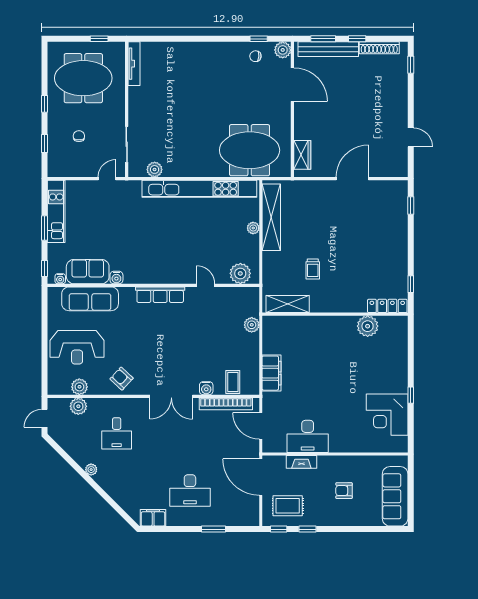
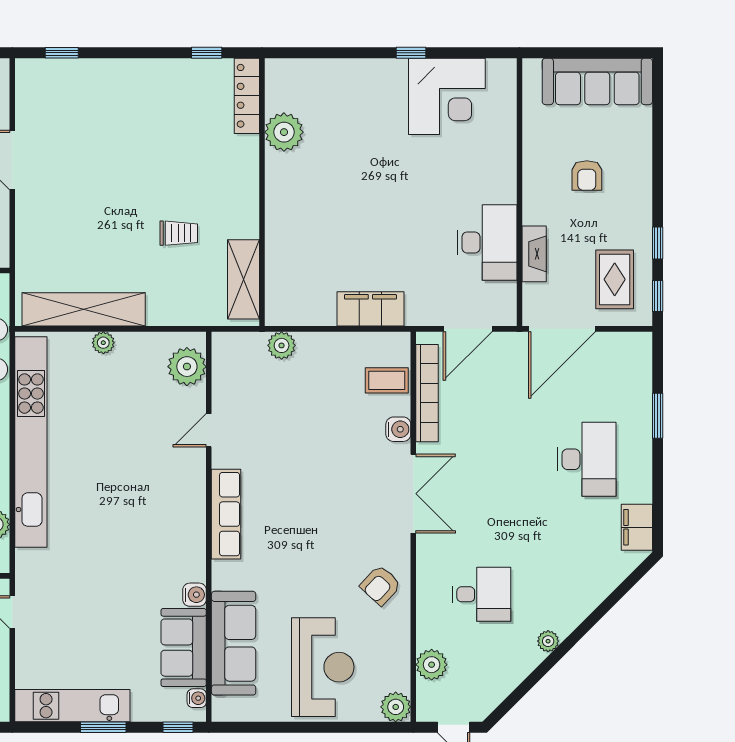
plant: (79, 387) -> (396, 707), moved

